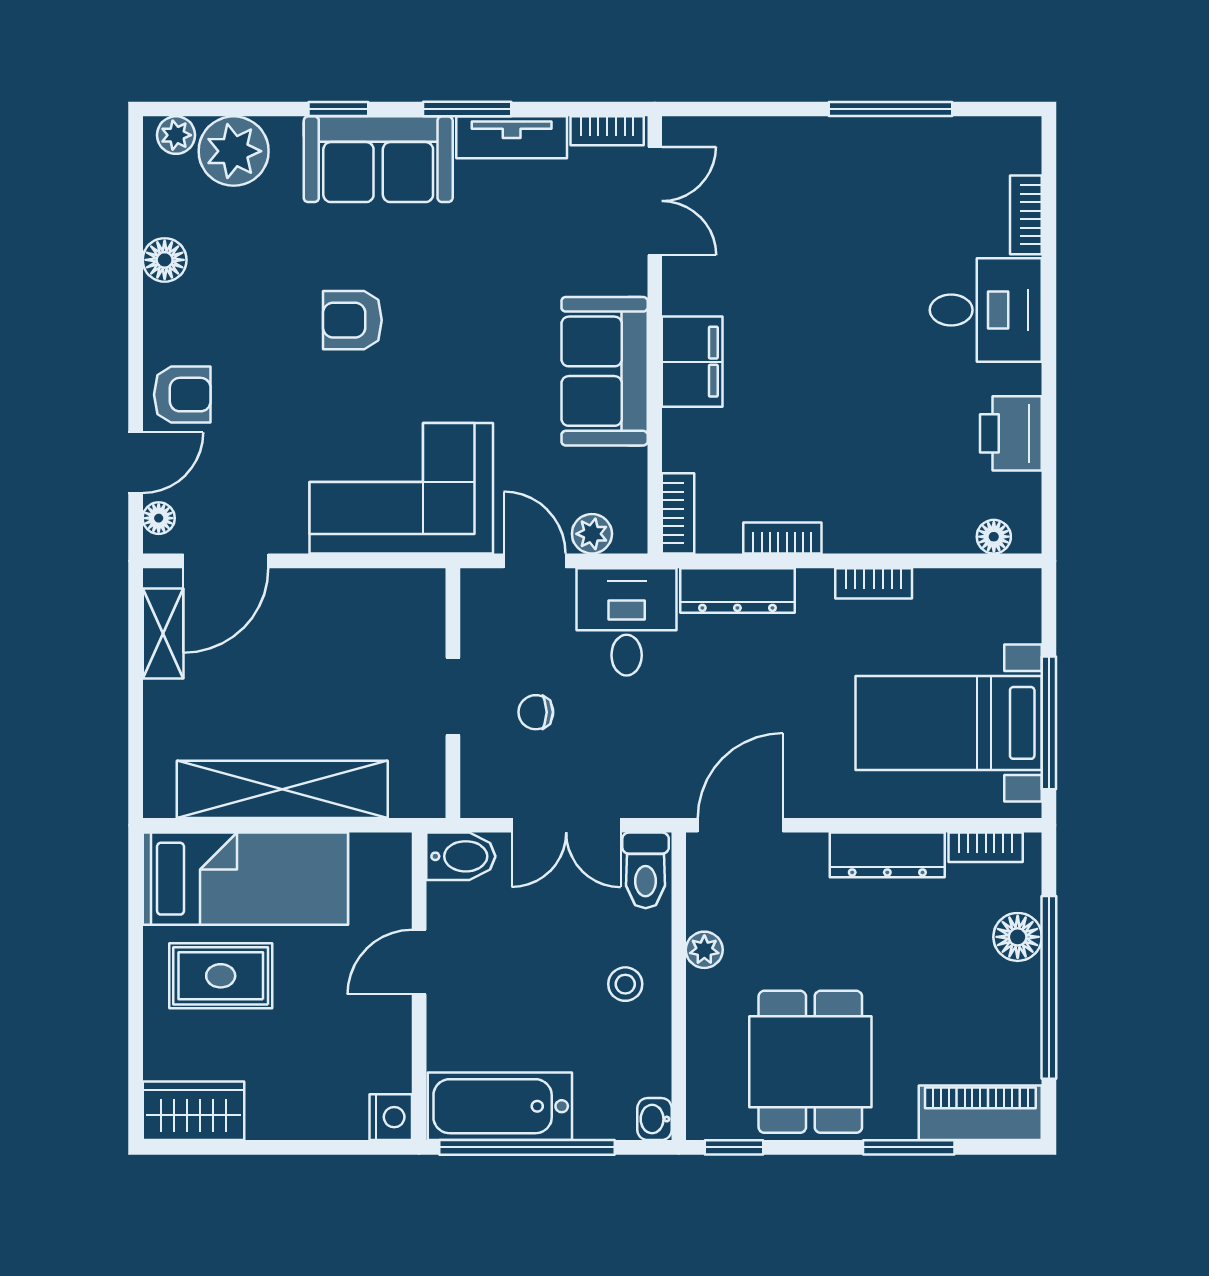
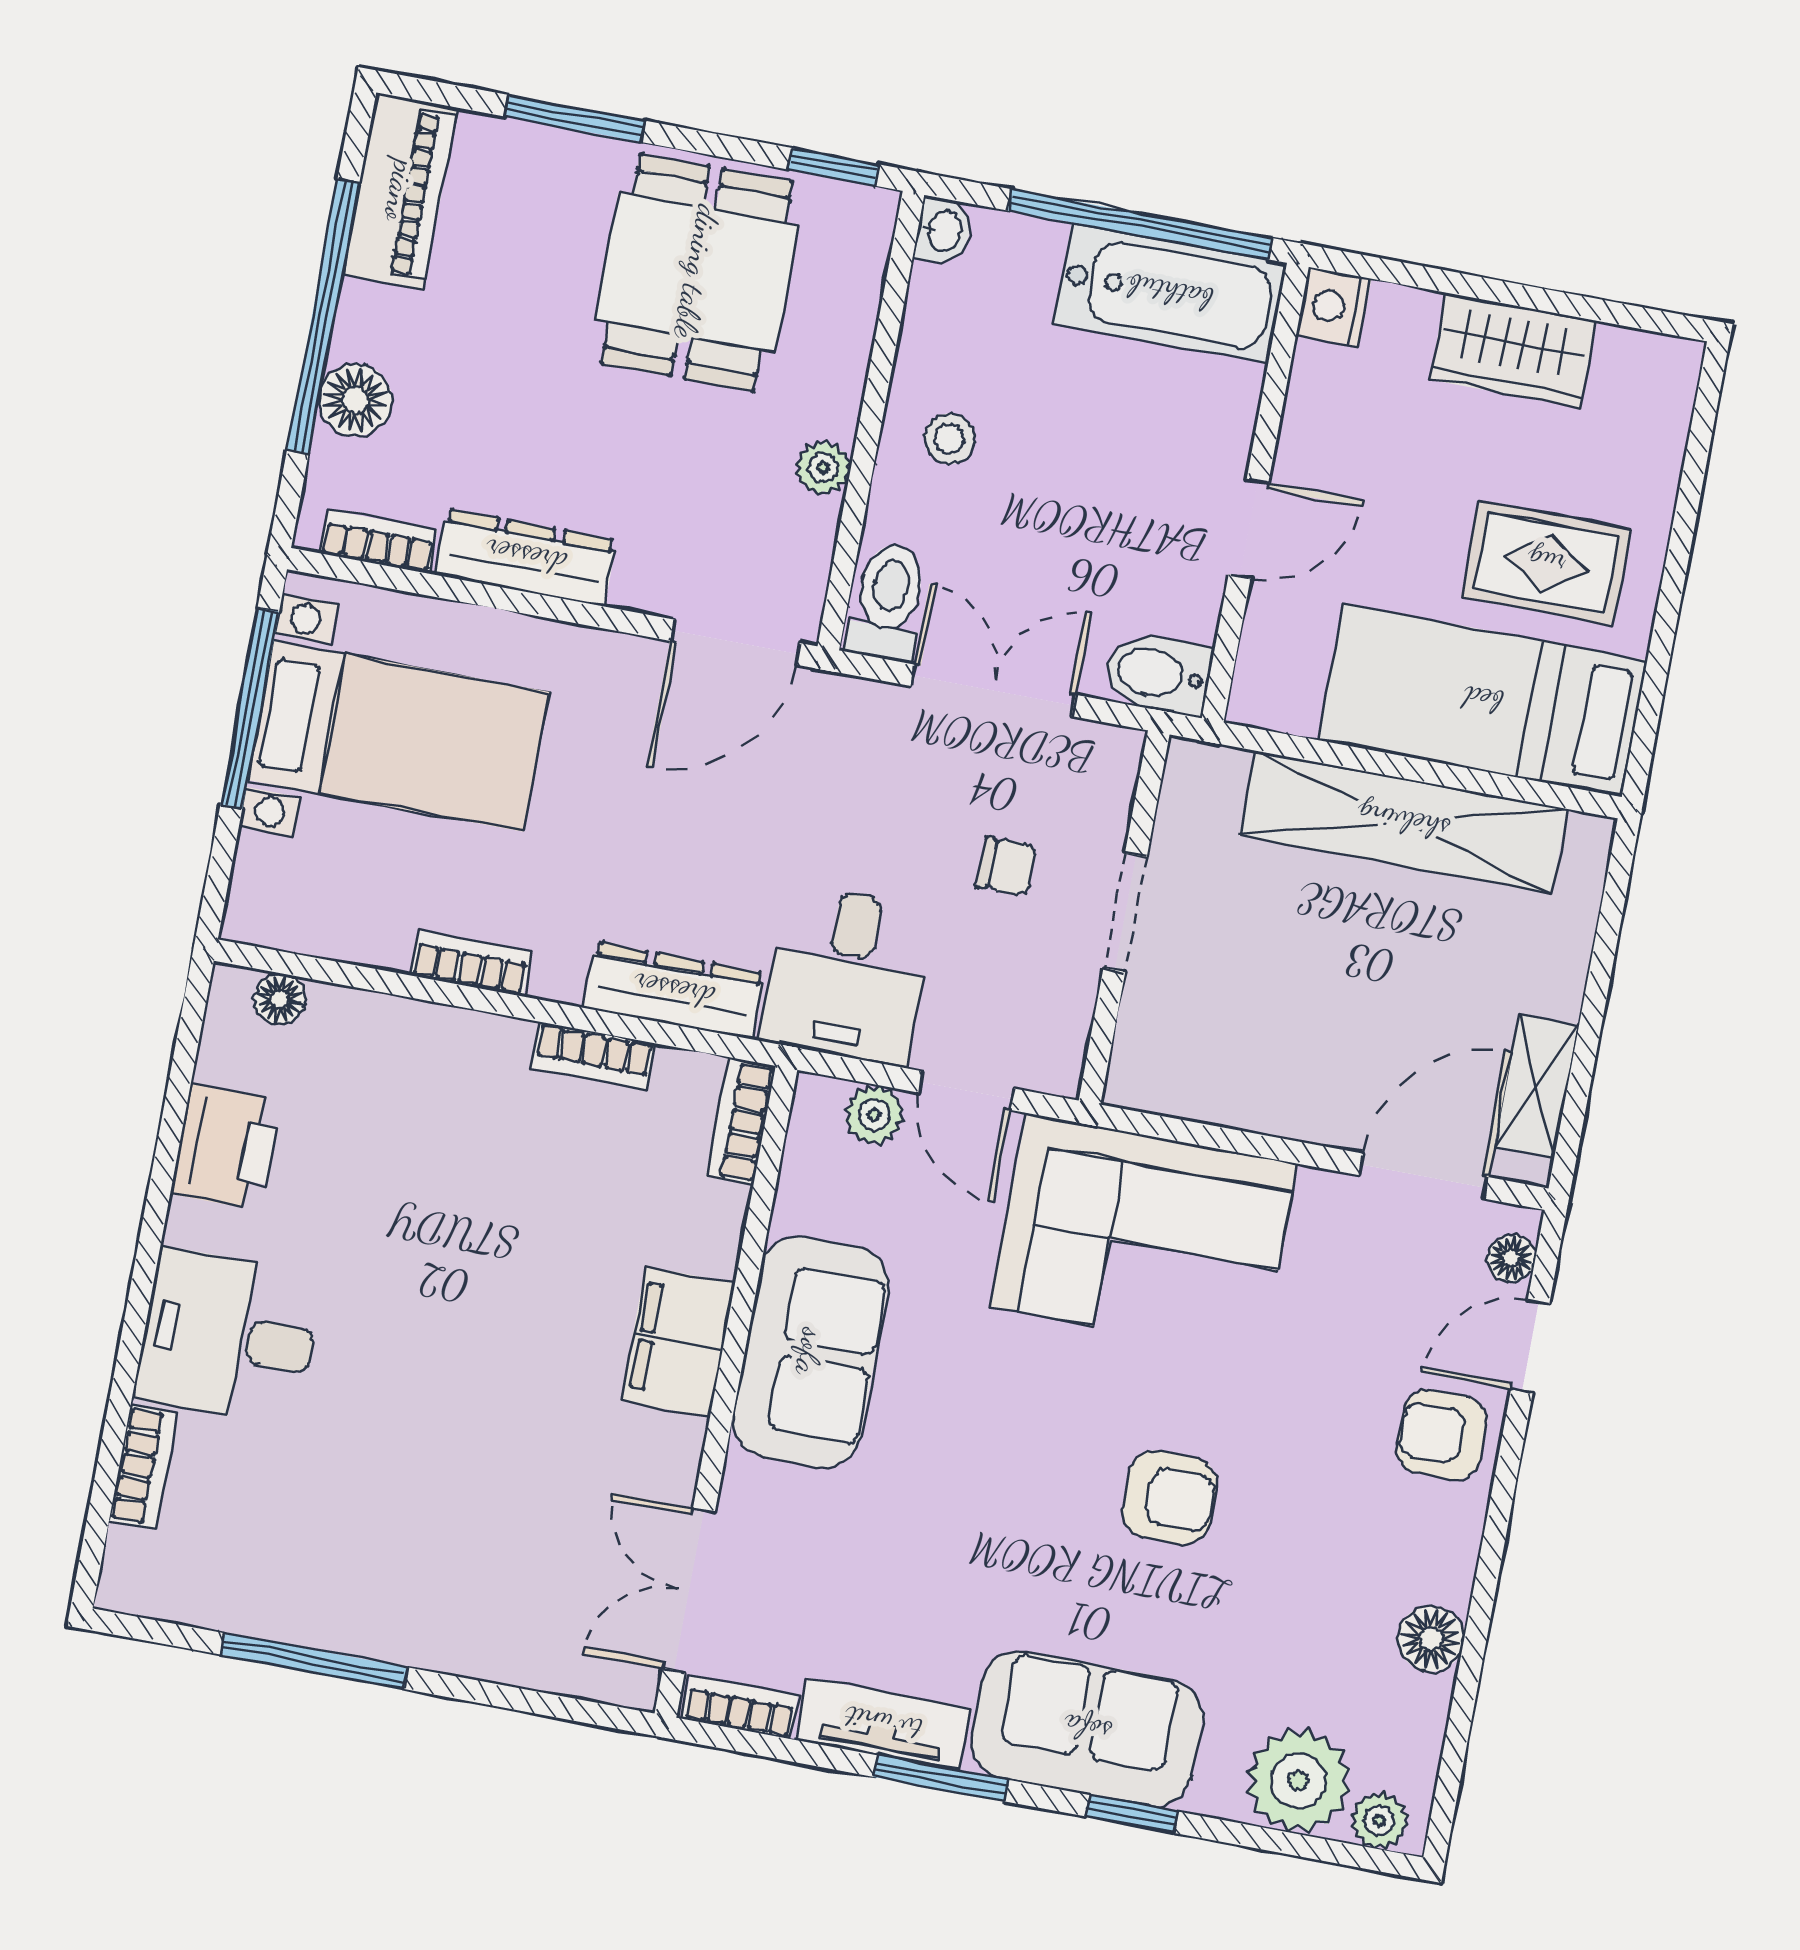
wardrobe: (193, 1111) -> (1513, 350), moved
piano: (980, 1113) -> (400, 191), moved, turned -90

